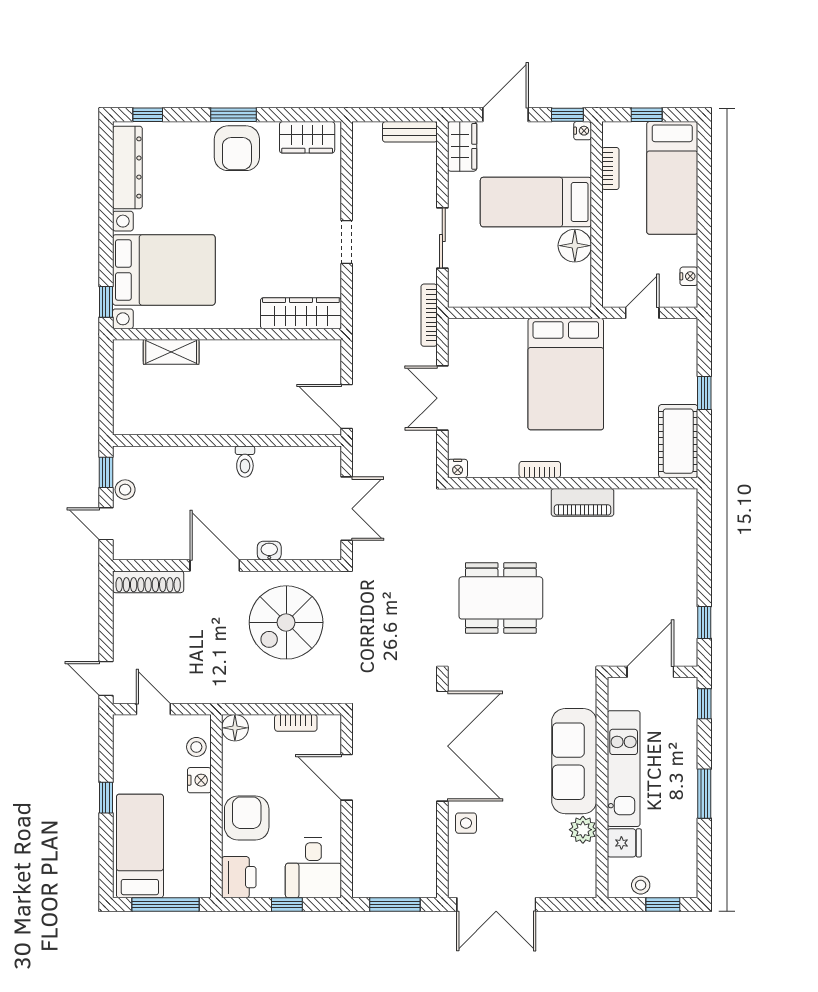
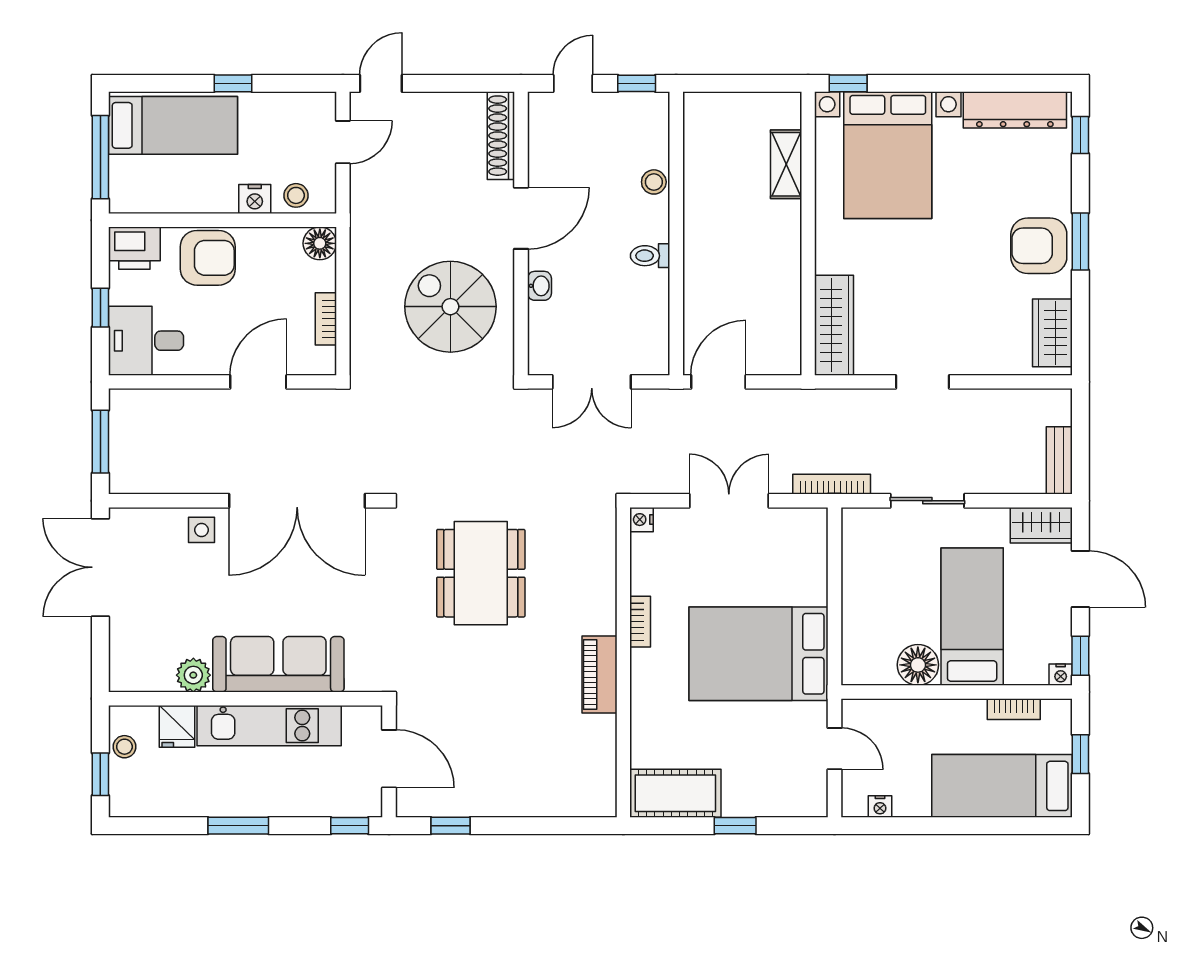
stool: (125, 490) -> (654, 182), moved

